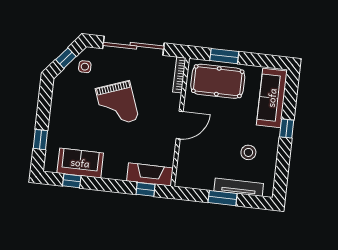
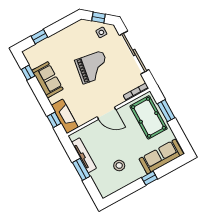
grand piano: (117, 104) -> (93, 67), turned -151
sofa: (80, 163) -> (48, 80), moved
tv unit: (239, 187) -> (84, 155), moved

